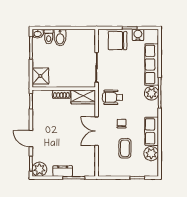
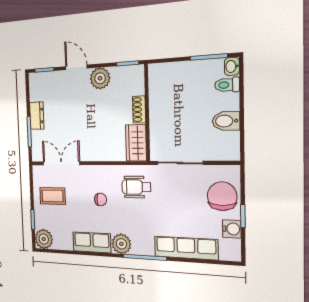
bidet: (60, 38) -> (226, 121), moved
shower: (40, 76) -> (165, 75), removed
plant: (151, 93) -> (121, 244), moved
wheelchair: (112, 97) -> (136, 187), turned -90
double door: (97, 131) -> (61, 163), moved
door: (31, 139) -> (76, 67), hinge flipped
coffee table: (125, 148) -> (53, 196), moved
plant: (151, 154) -> (44, 239), moved
plant: (39, 169) -> (100, 78), moved

